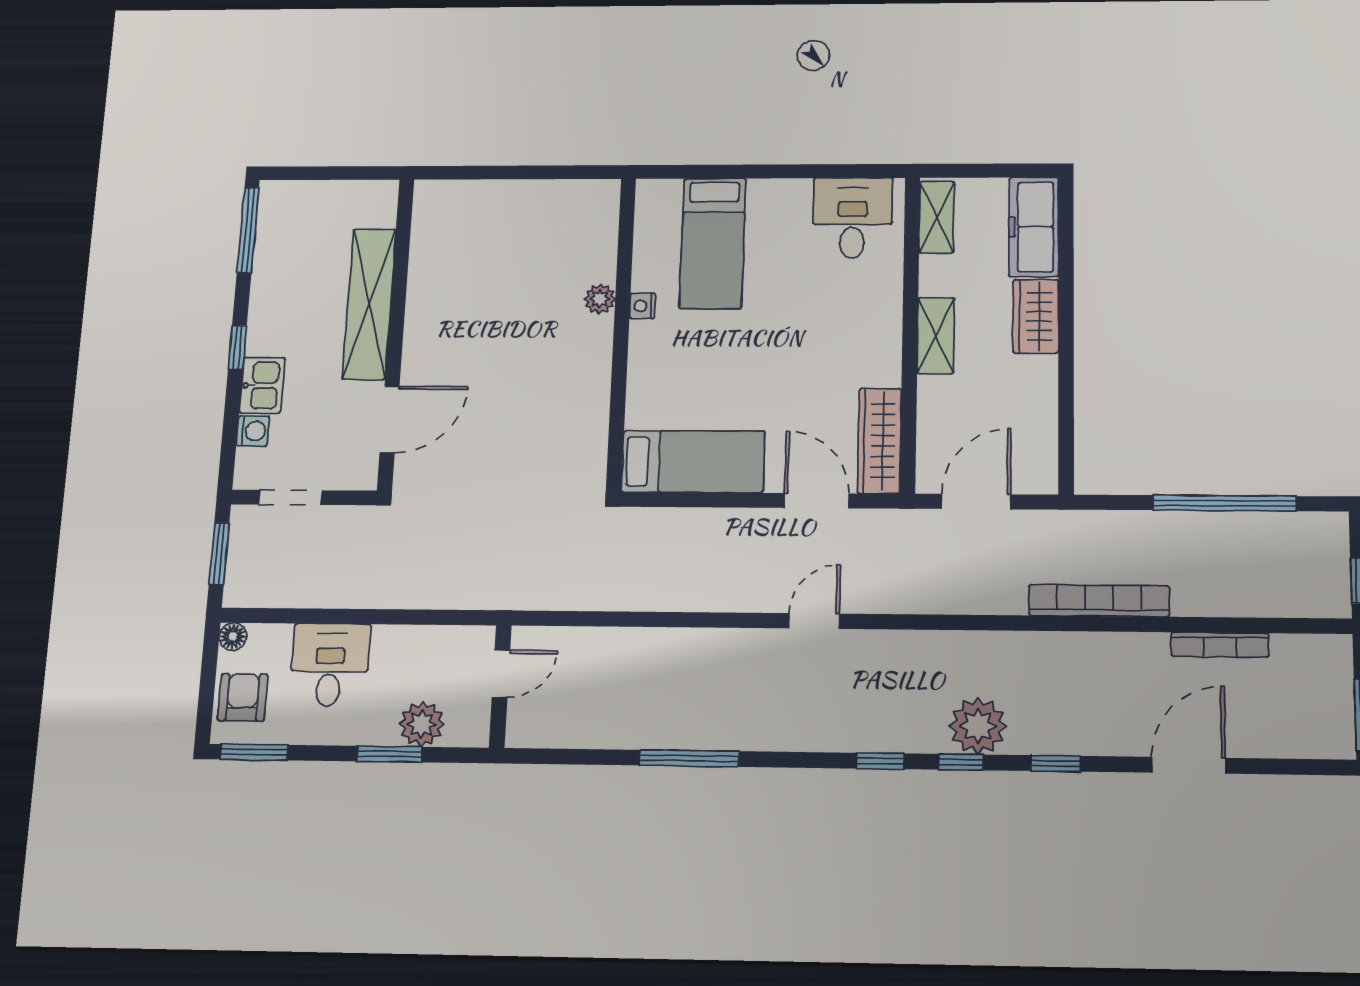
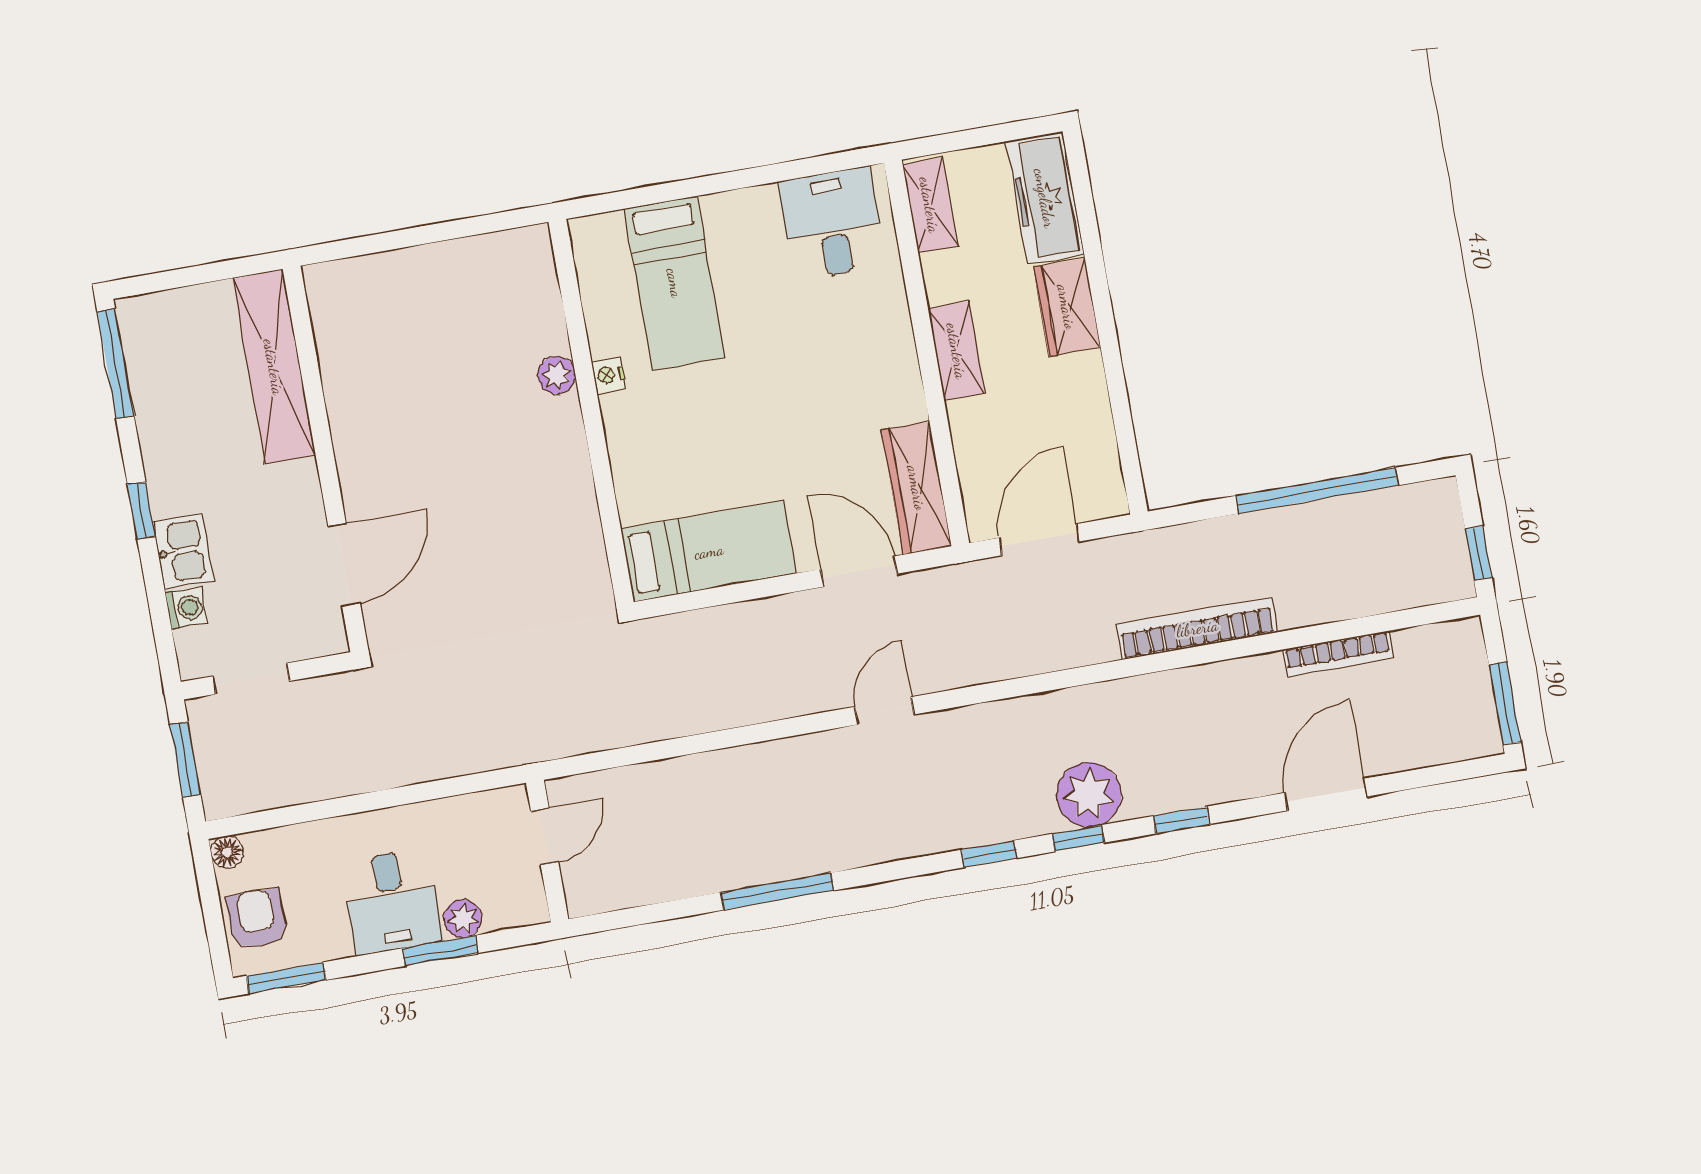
shelving: (369, 304) -> (274, 367), moved
desk: (330, 665) -> (392, 901), moved, turned 180
plant: (422, 724) -> (463, 919), width x0.73, depth x0.73

